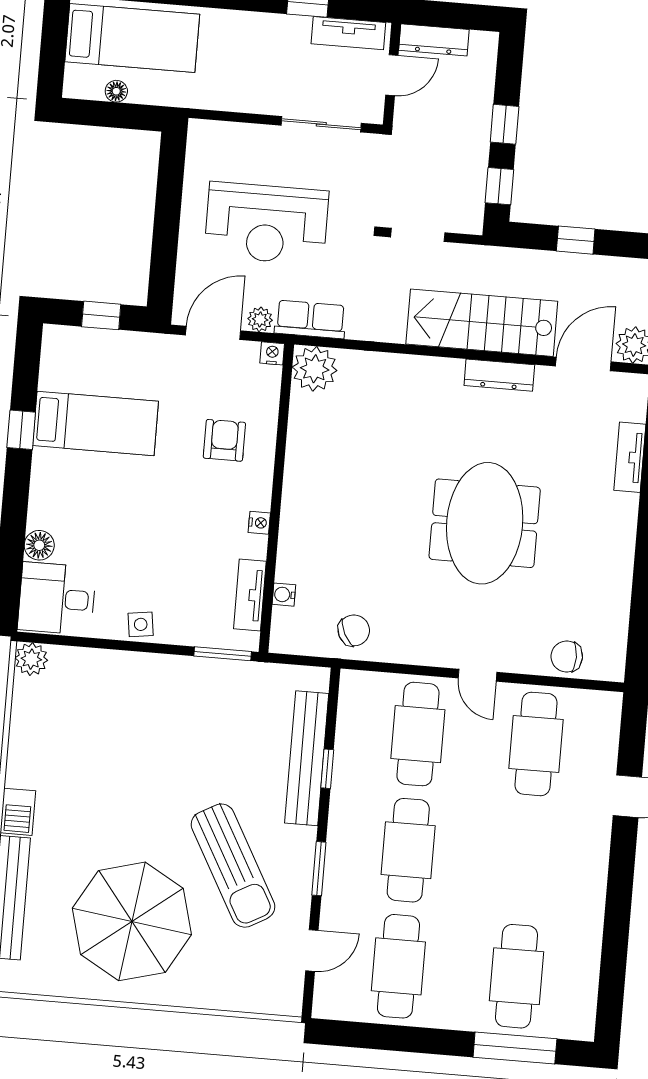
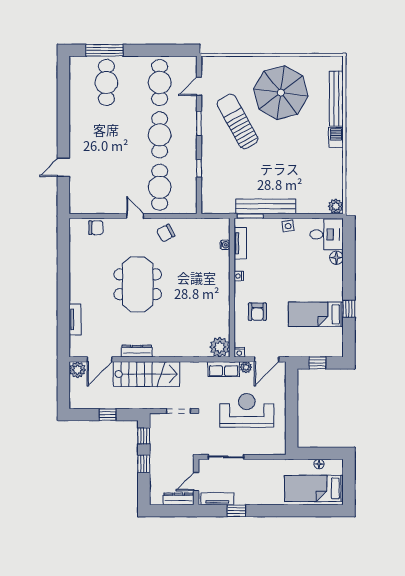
chair: (354, 630) -> (166, 233), moved
cafe table: (536, 744) -> (106, 187), removed
bench: (307, 758) -> (266, 206), moved, turned 90

